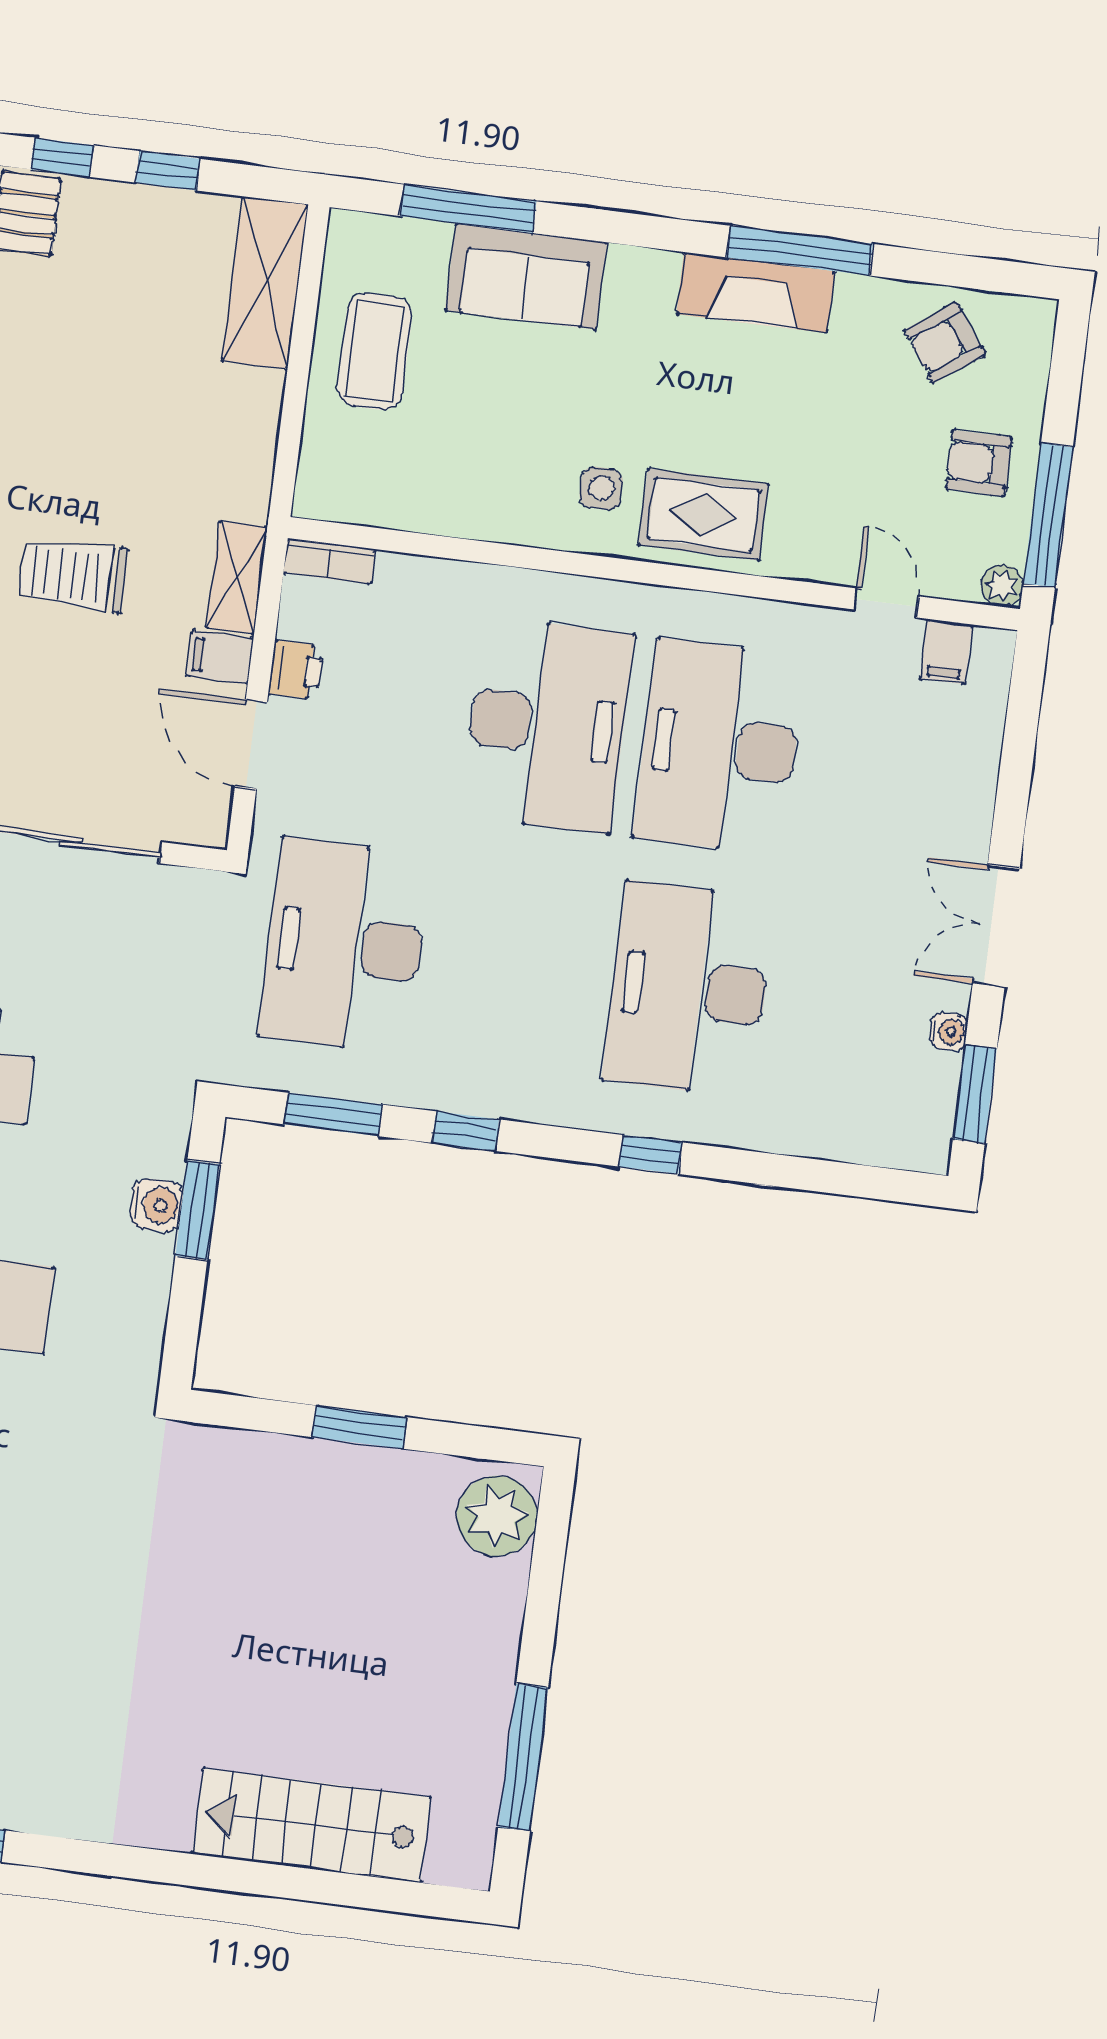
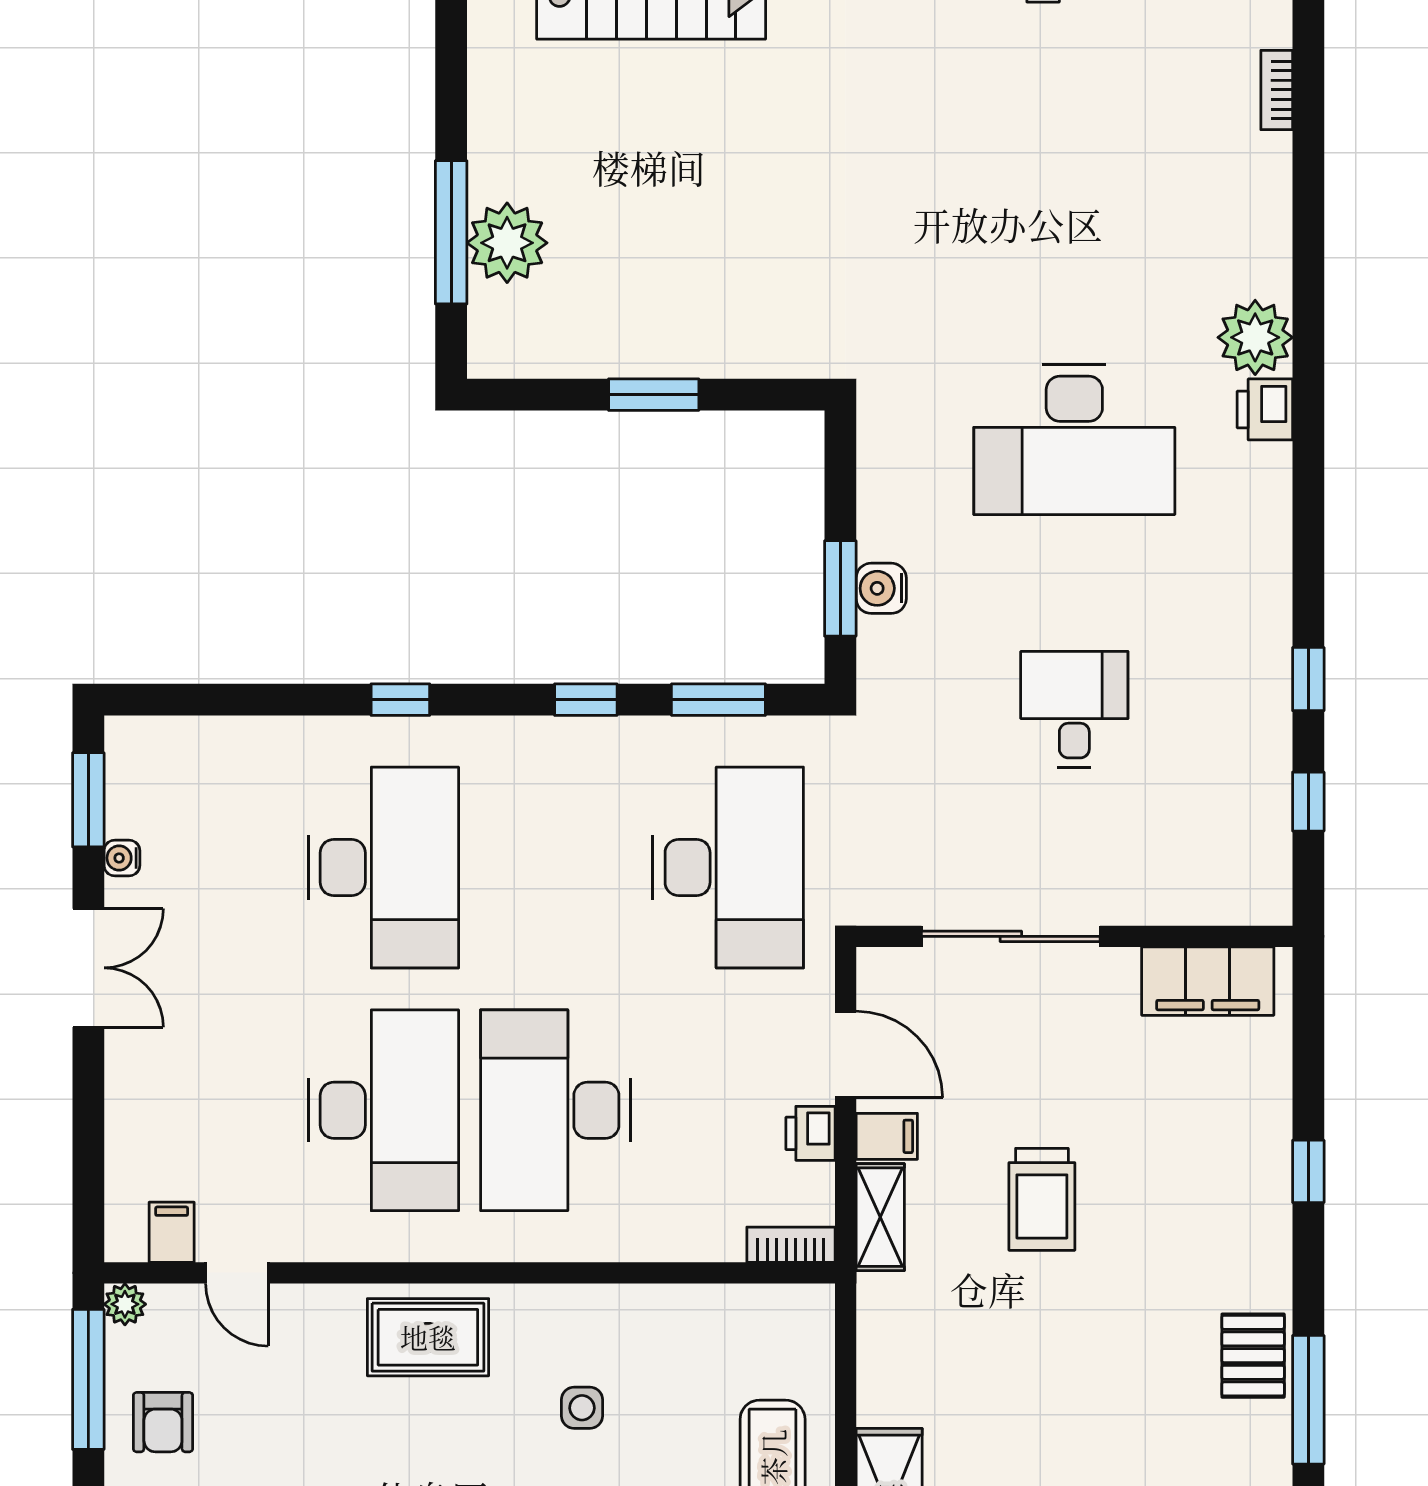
armchair: (979, 463) -> (163, 1422), turned 90
side table: (601, 488) -> (582, 1408), moved
trolley: (73, 575) -> (1042, 1199), turned 90
plant: (497, 1516) -> (507, 243), moved
window: (523, 1757) -> (451, 232), moved

